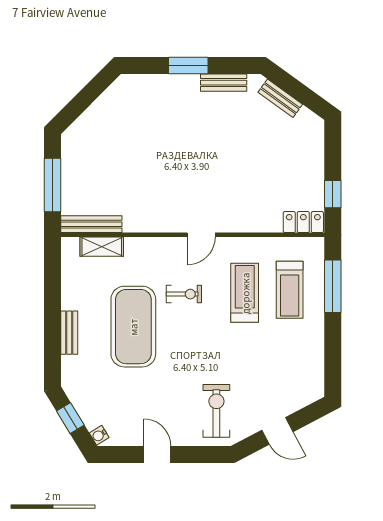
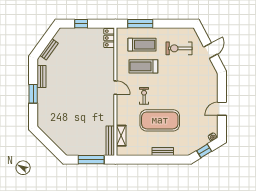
window: (333, 194) -> (81, 24), moved
exercise bike: (216, 411) -> (179, 48), moved

